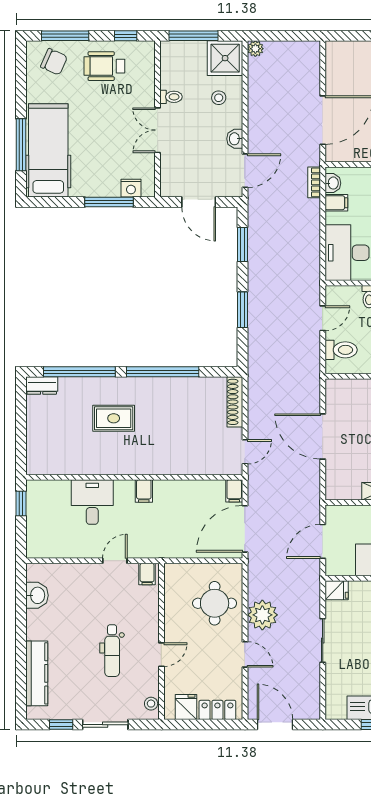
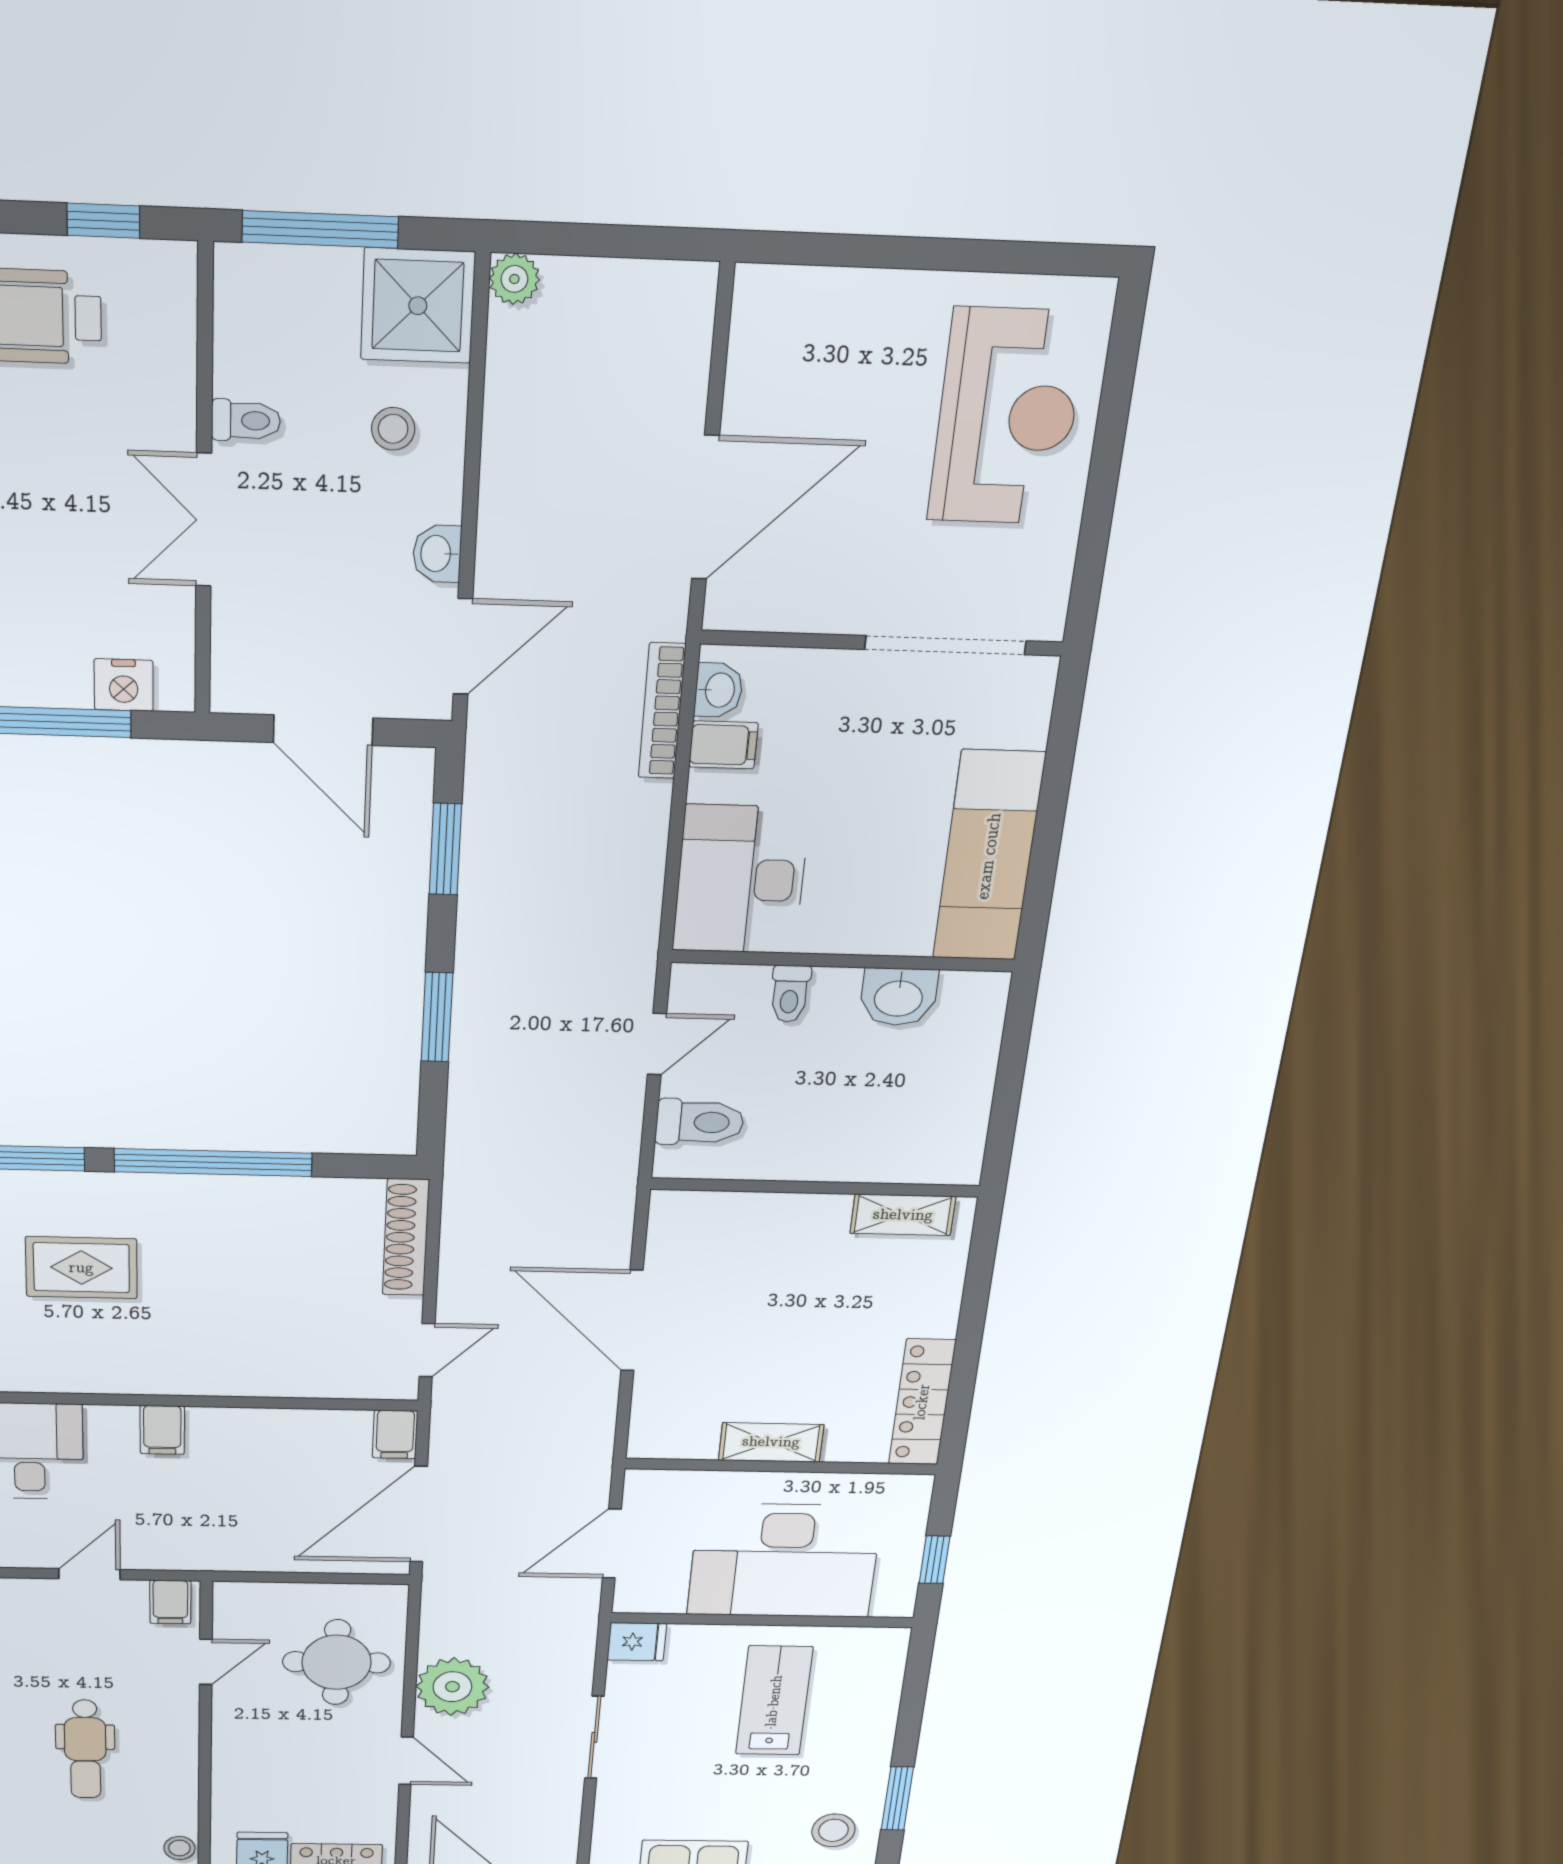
bookcase: (314, 182) -> (662, 711), width x1.56
door: (161, 655) -> (206, 1662), moved

